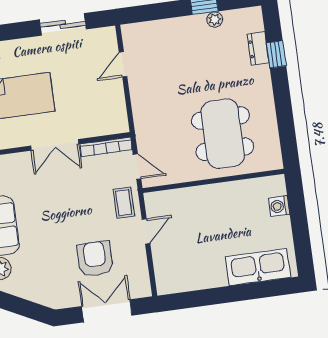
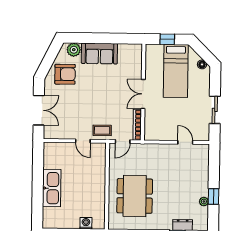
dining table: (223, 134) -> (135, 196), turned 90
armchair: (95, 259) -> (65, 74), moved
kitchen sink: (258, 267) -> (52, 188), moved

